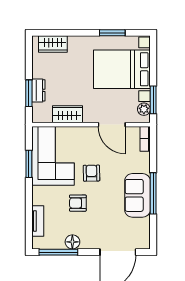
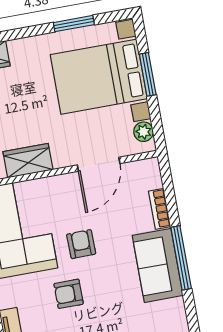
window: (153, 100) -> (148, 74), moved
door: (112, 125) -> (99, 164), hinge flipped
bookcase: (145, 139) -> (160, 209), moved

